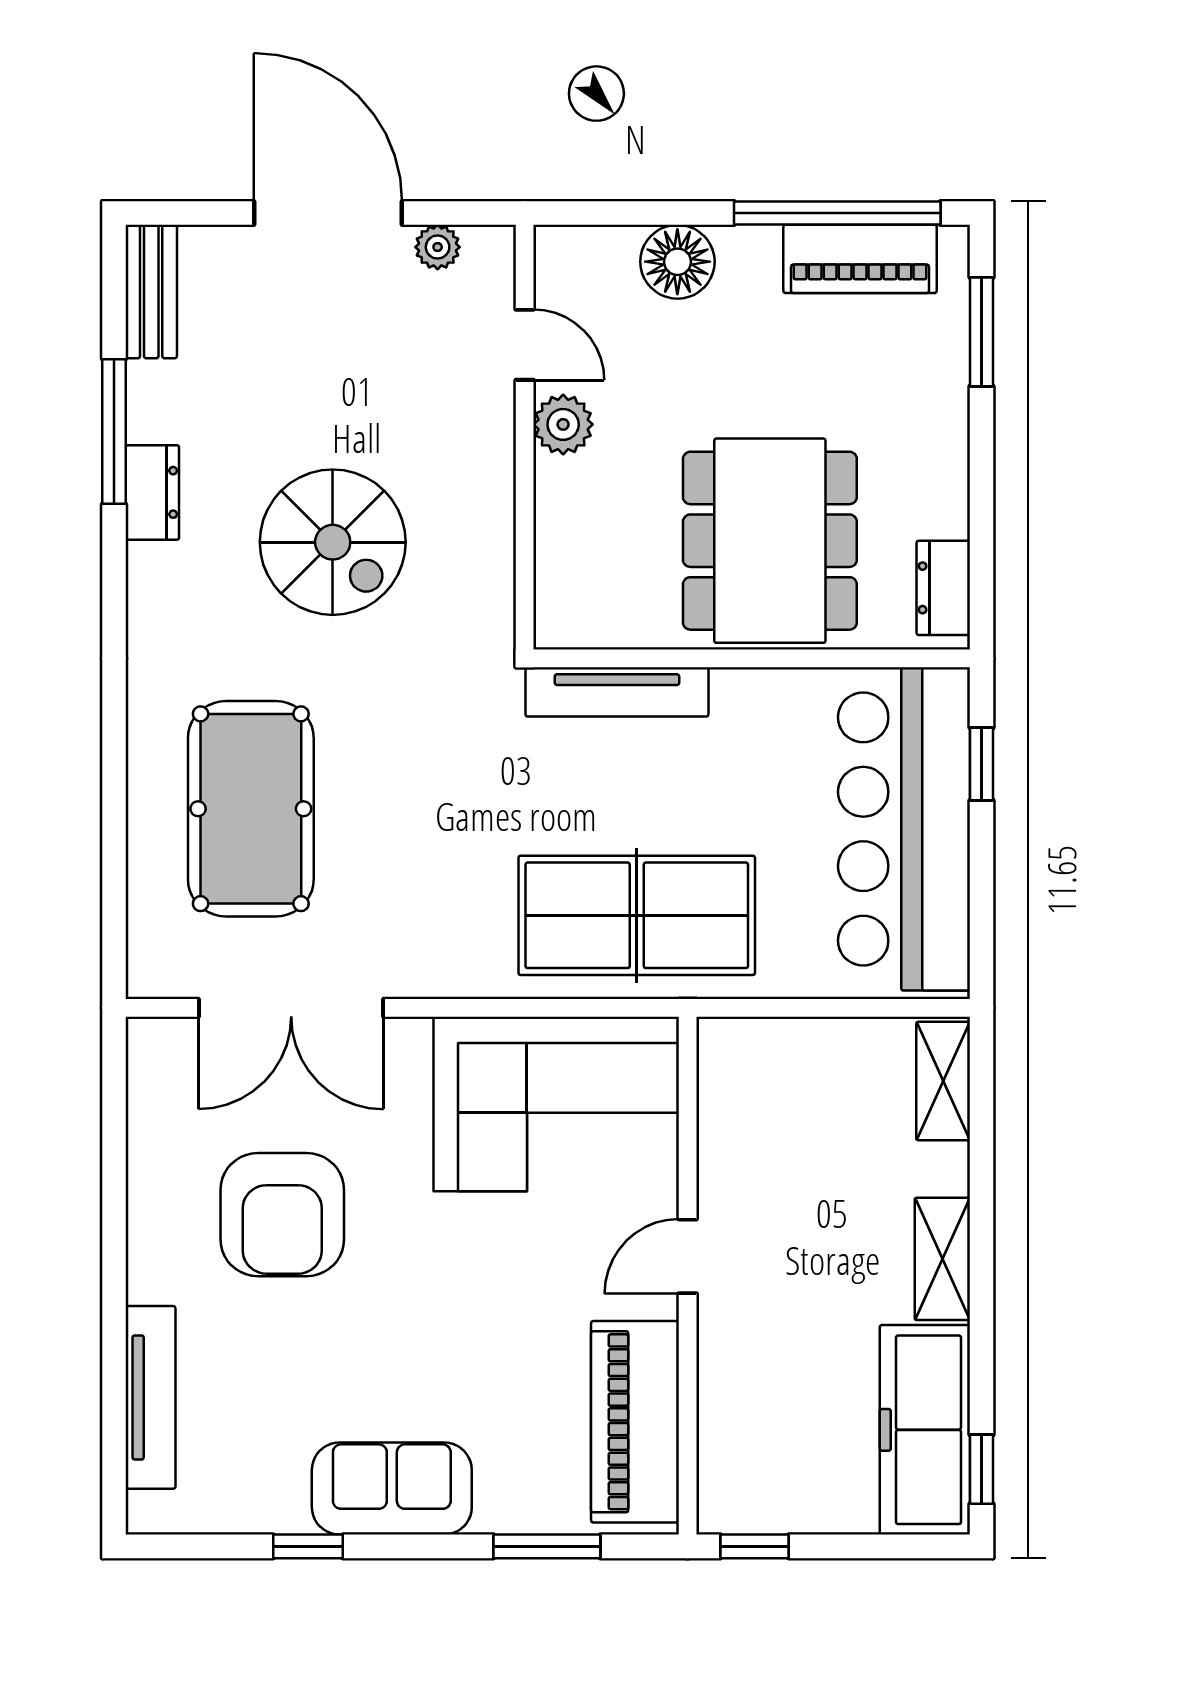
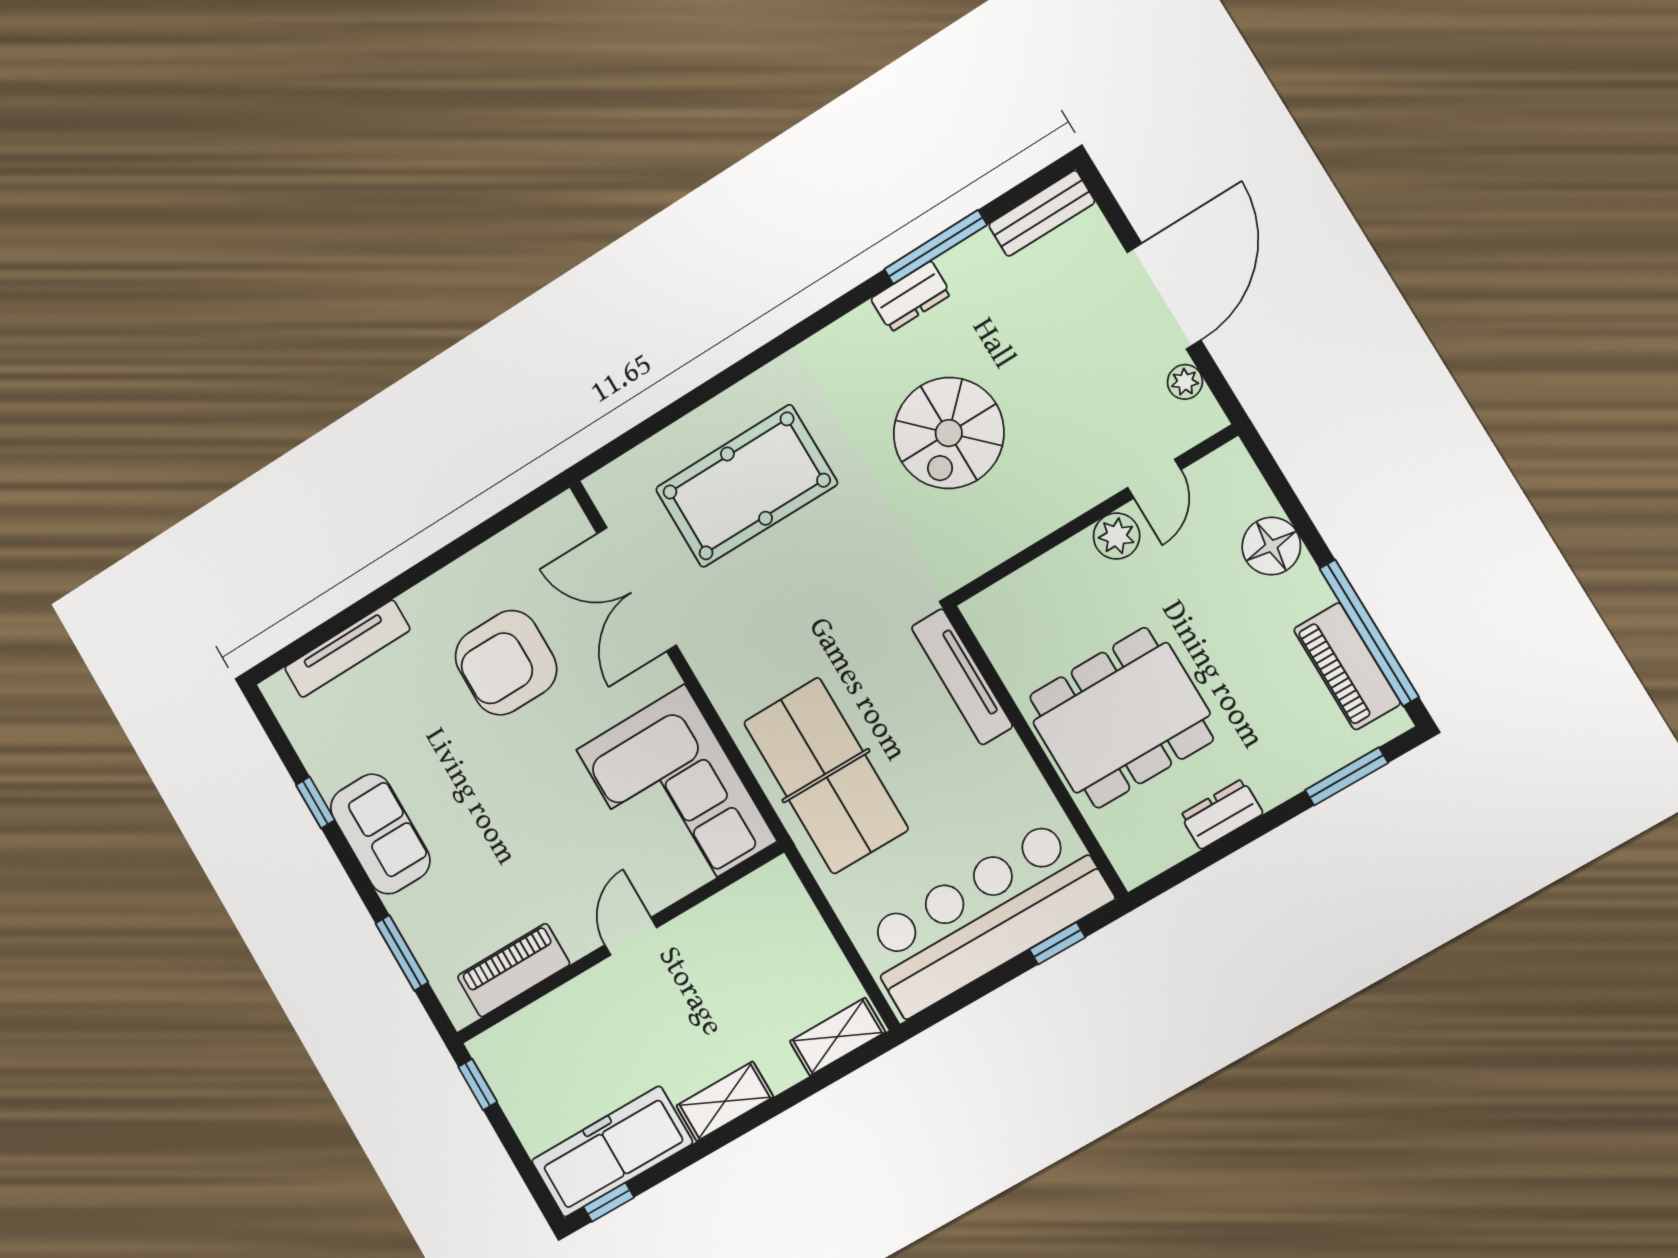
dresser: (943, 588) -> (1222, 814), moved
door: (688, 1256) -> (631, 936), hinge flipped
piano: (635, 1422) -> (514, 970), width x0.73, depth x0.75

